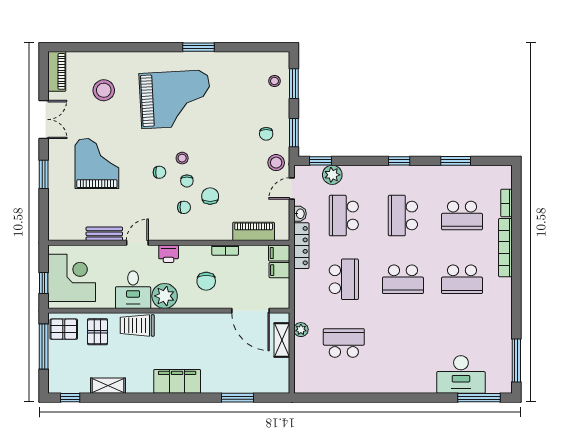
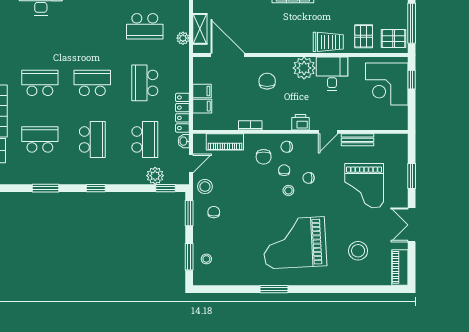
piano: (254, 231) -> (225, 142), moved
bench: (104, 234) -> (358, 140), moved
door: (137, 243) -> (328, 132), moved
wall: (169, 243) -> (300, 132), moved
bookcase: (225, 250) -> (250, 125), moved
printer: (169, 254) -> (300, 122), moved

